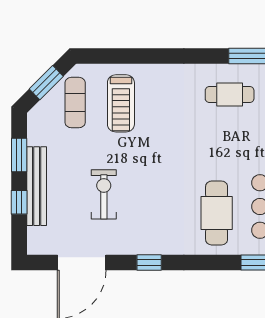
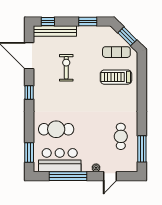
bench: (37, 186) -> (55, 31), moved
exercise bike: (104, 194) -> (66, 68), turned -90
window: (19, 202) -> (48, 22), moved

